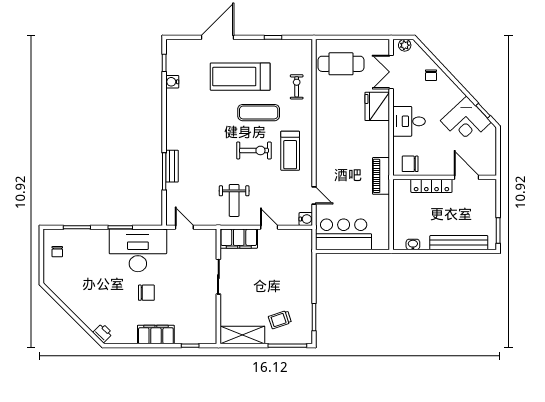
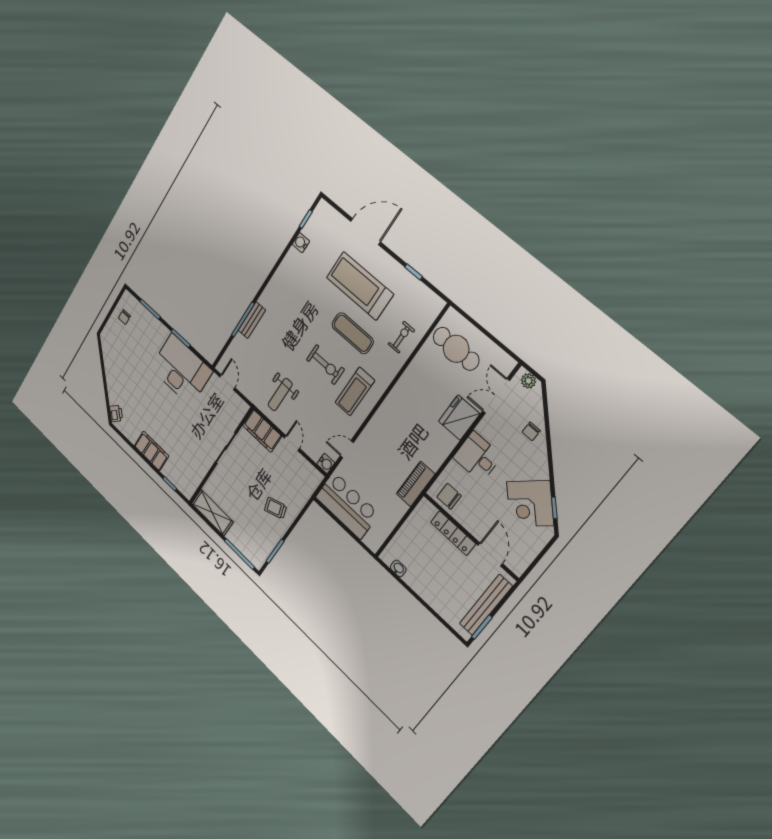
door: (314, 195) -> (347, 449), swing flipped
bench: (459, 243) -> (486, 605), moved, turned 90
chair: (146, 293) -> (166, 411), removed
trolley: (280, 320) -> (276, 508), moved

